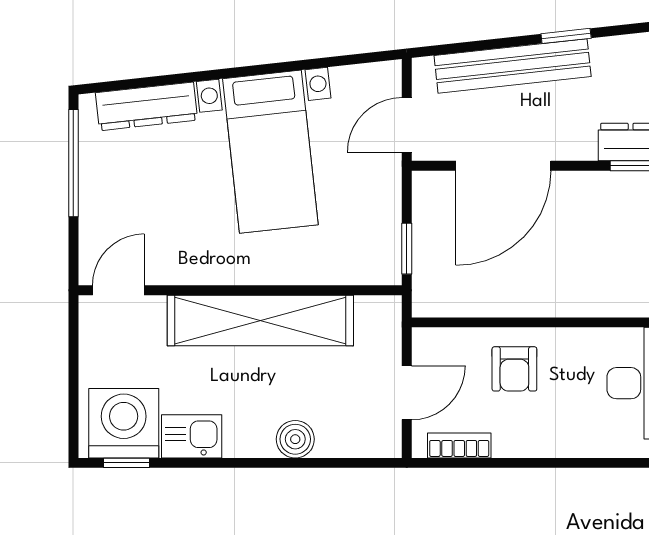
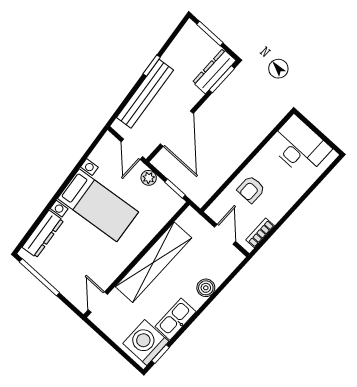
plant: (386, 192) -> (149, 178), added
armchair: (514, 369) -> (251, 189), turned 90
kitchen sink: (192, 436) -> (176, 319), width x1.38

